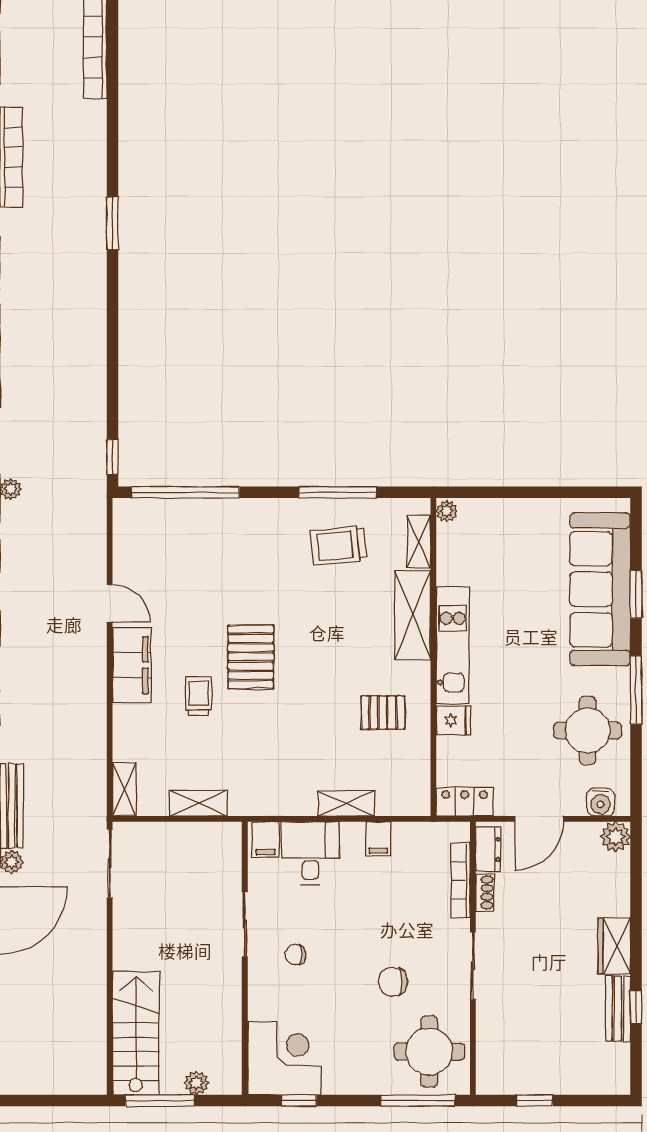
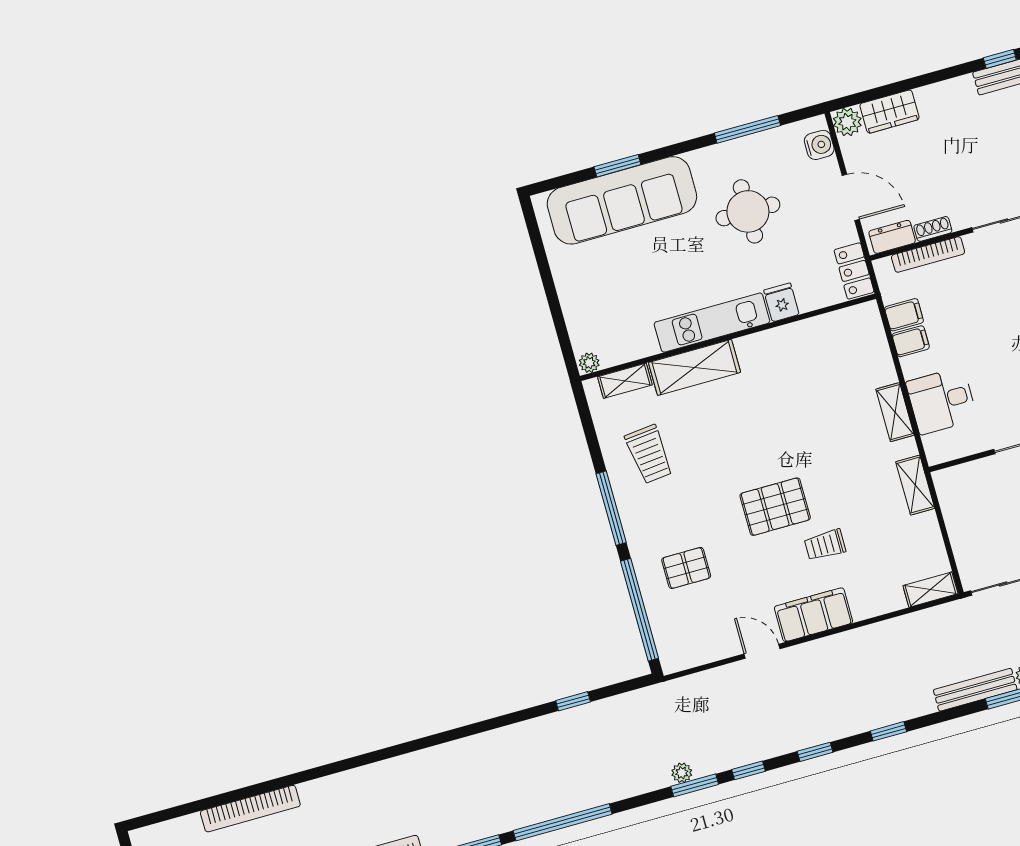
window: (112, 223) -> (409, 747), removed
window: (112, 457) -> (573, 701), moved
window: (338, 492) -> (611, 508), moved
door: (110, 603) -> (762, 651), hinge flipped
window: (636, 690) -> (747, 129), moved
pallet: (383, 713) -> (686, 568), moved, turned 90
round table: (588, 731) -> (748, 211), moved
shelving: (198, 803) -> (915, 485), moved
shelving: (346, 803) -> (895, 412), moved
filing cabinet: (266, 840) -> (904, 315), moved
wardrobe: (614, 946) -> (890, 112), moved

